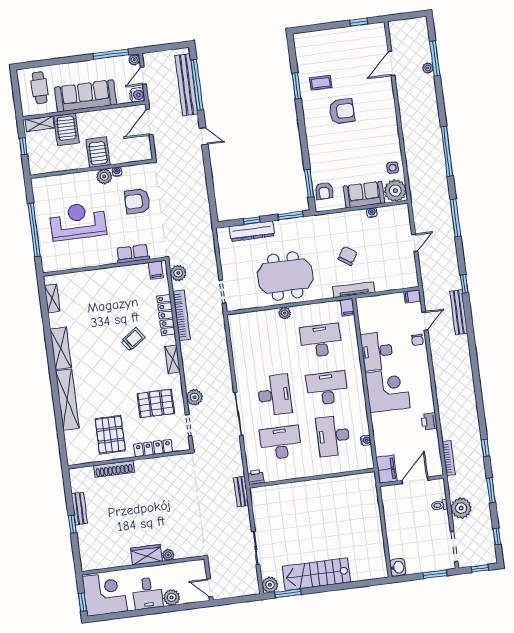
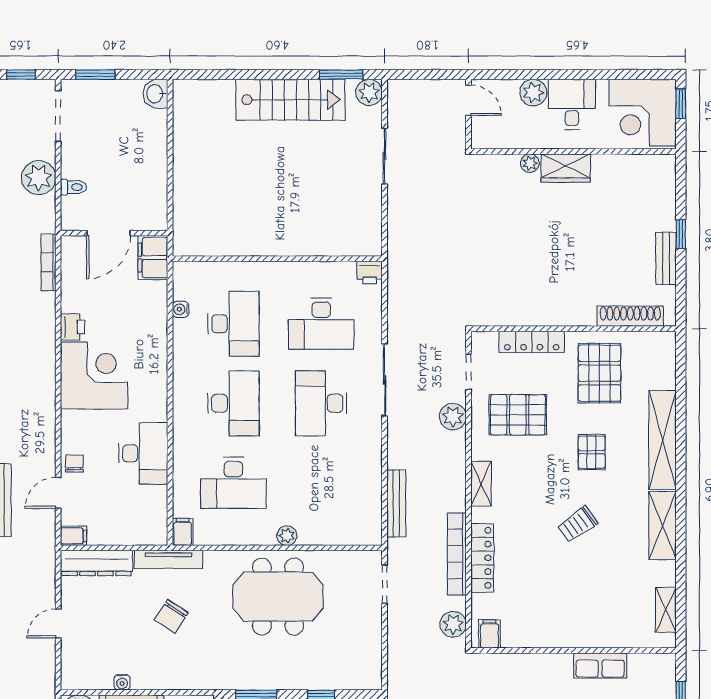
dresser: (252, 231) -> (96, 563), moved, turned 180
row of seats: (133, 254) -> (600, 666), moved
trolley: (133, 339) -> (578, 524), moved
pallet: (109, 387) -> (592, 452), added
desk: (327, 388) -> (233, 403), turned -90
corner desk: (388, 390) -> (94, 376), moved, turned 180
shoe rack: (114, 469) -> (630, 316), moved
bench: (241, 492) -> (396, 503), moved, width x1.36

